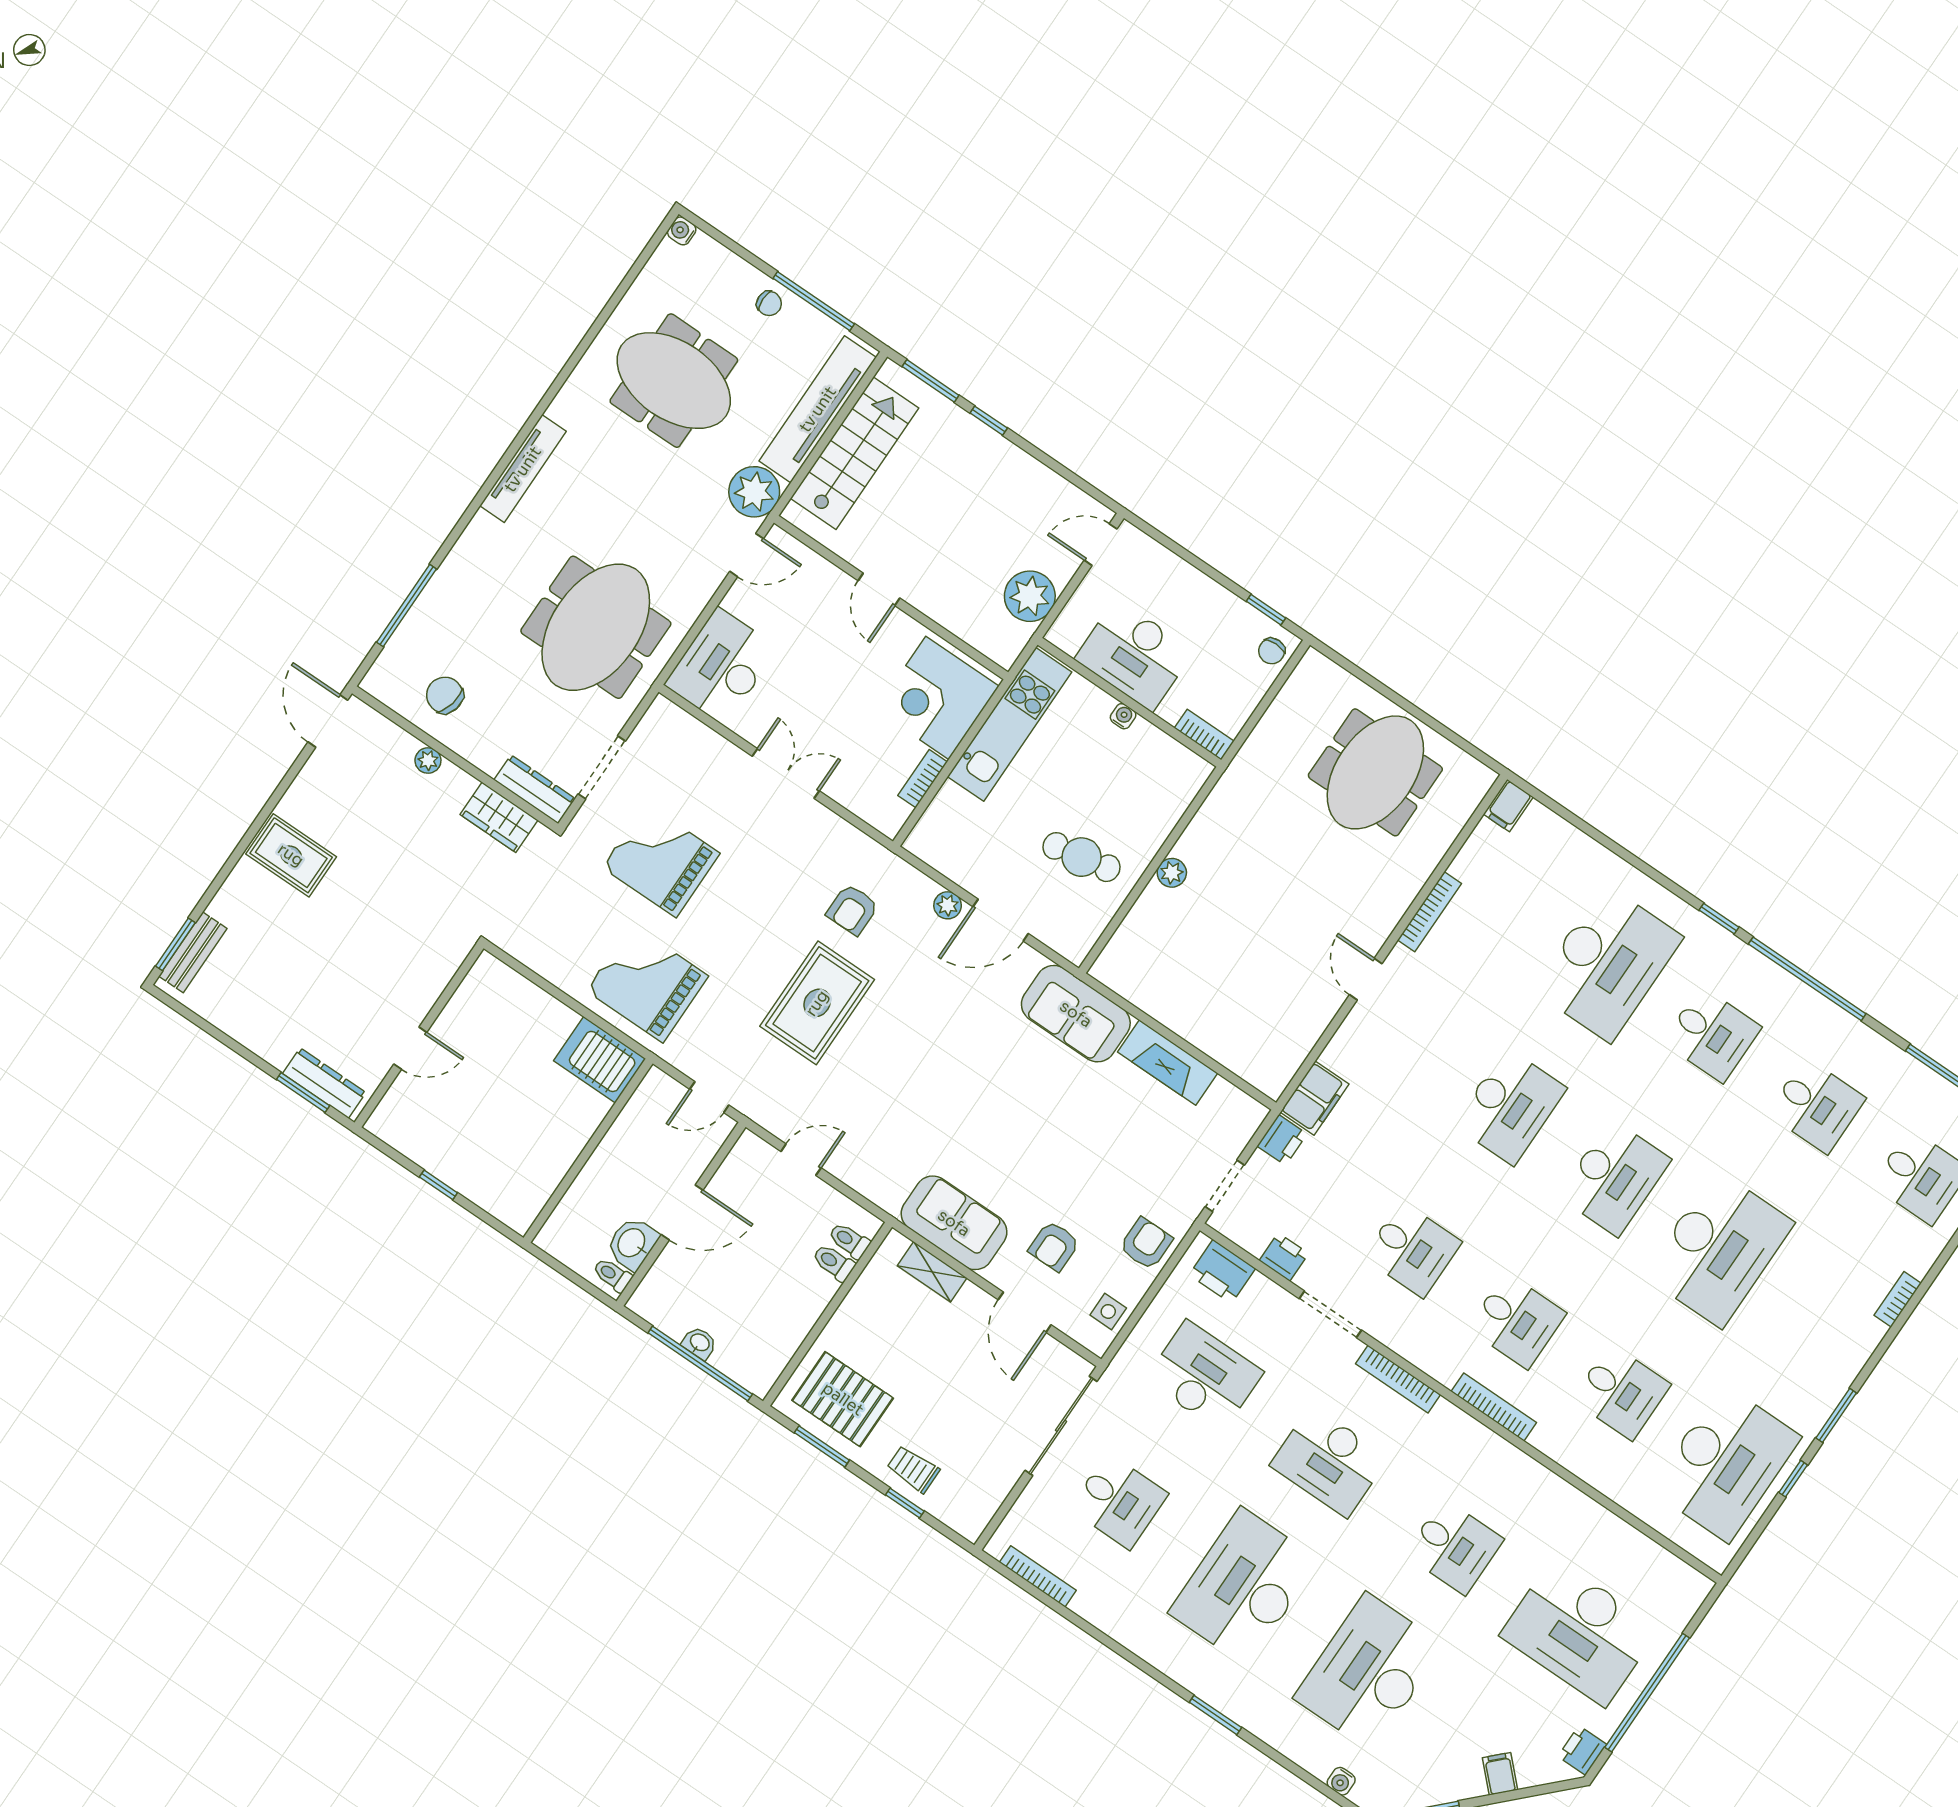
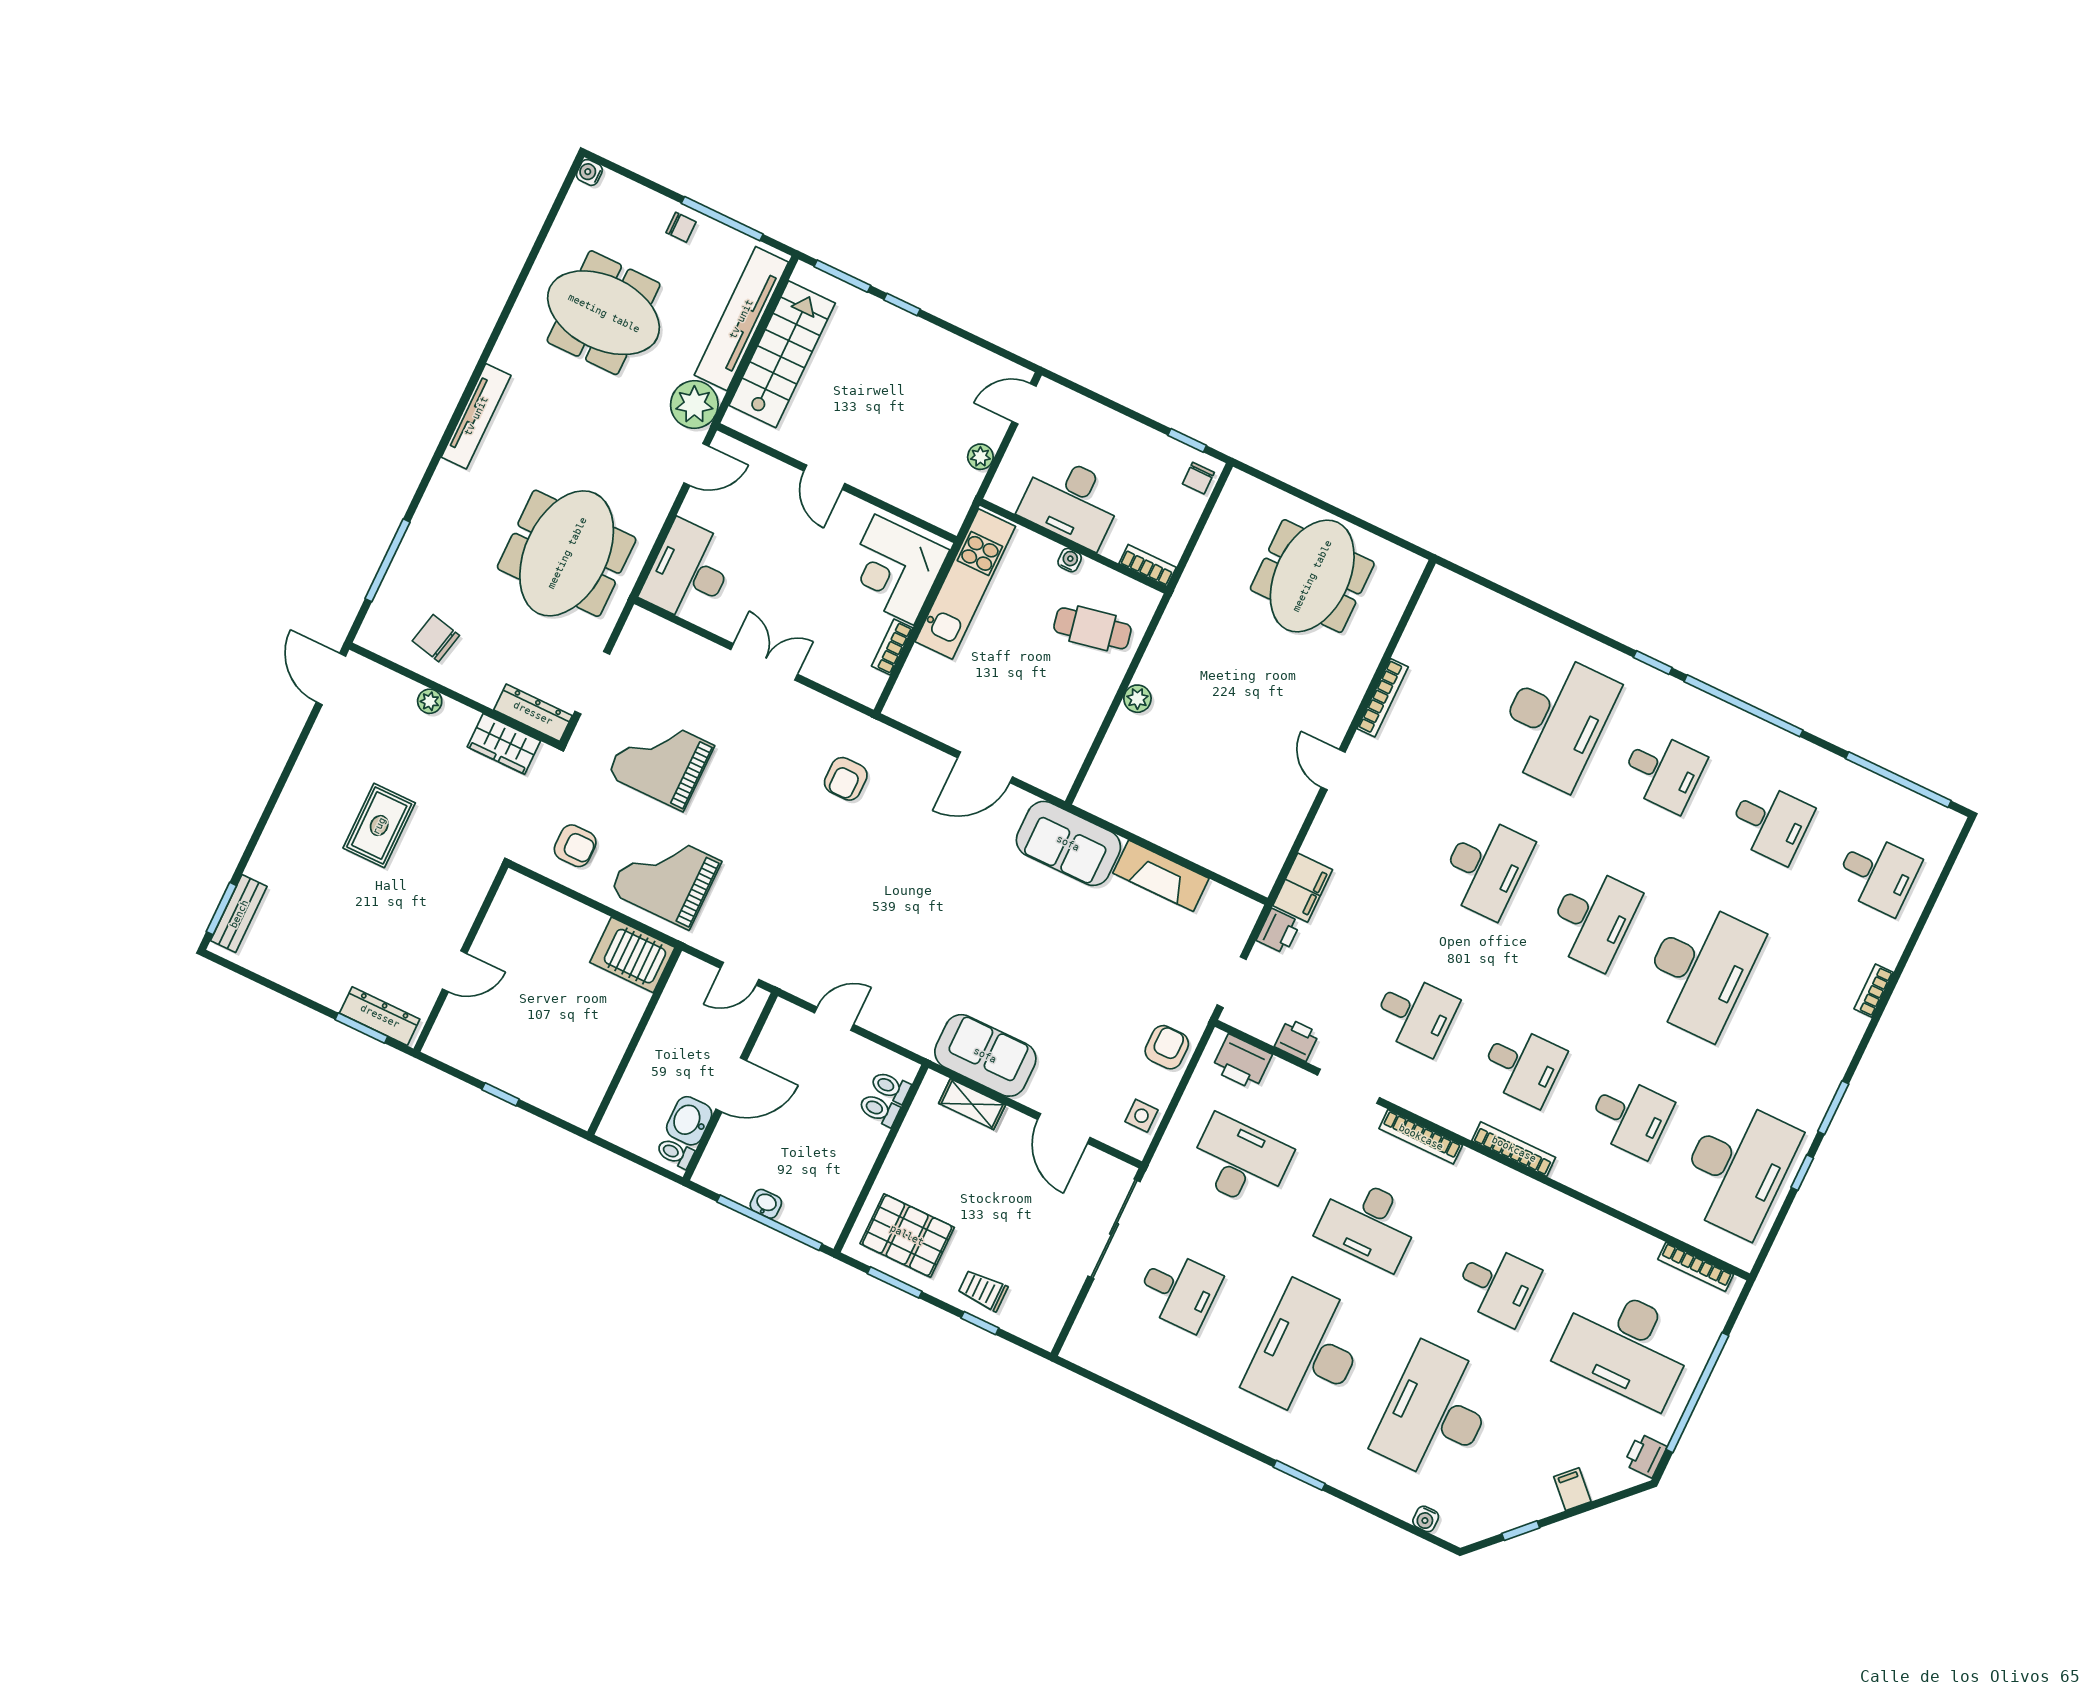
plant: (1030, 596) -> (980, 457), width x0.53, depth x0.53
filing cabinet: (1508, 806) -> (1441, 588), removed
rug: (291, 855) -> (379, 826), moved, turned 90
cafe table: (1082, 857) -> (1092, 628), moved
plant: (948, 905) -> (934, 761), removed
rug: (817, 1003) -> (826, 871), removed
armchair: (1054, 1246) -> (575, 846), moved, turned -90
bookcase: (1038, 1576) -> (1696, 1267), moved, turned 180

